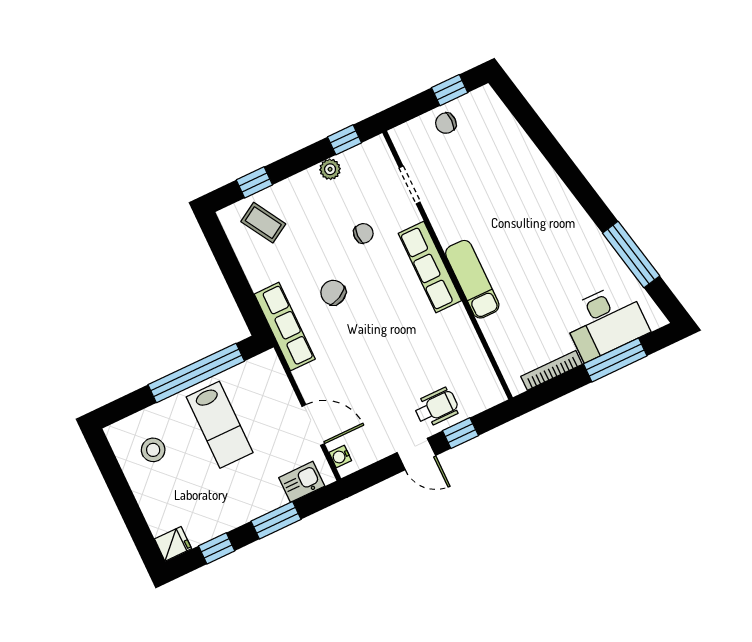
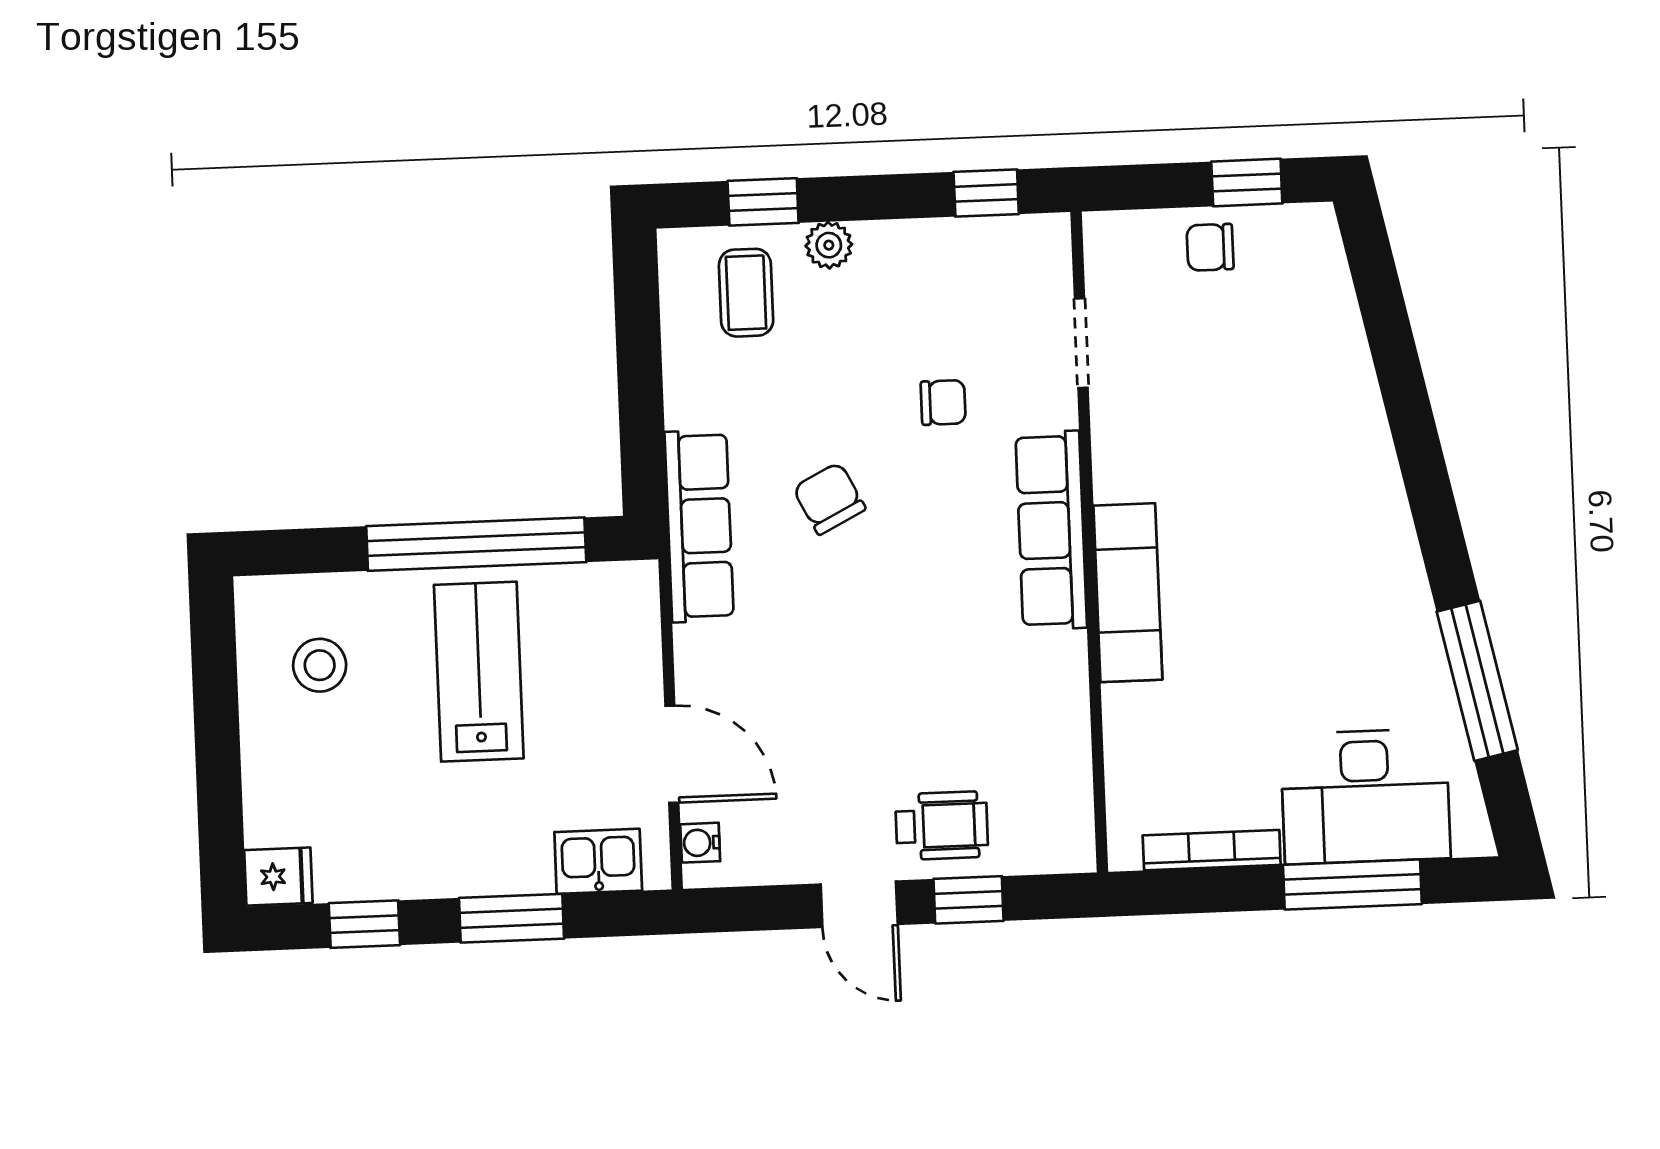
plant: (330, 169) -> (829, 245), moved
coffee table: (263, 223) -> (746, 293), turned 31
lab bench: (220, 425) -> (479, 672), turned 180

